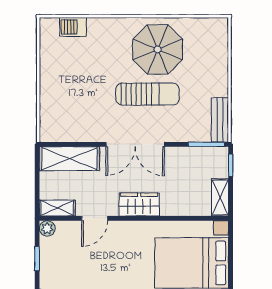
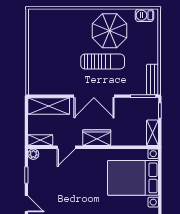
barbecue: (73, 27) -> (144, 15), moved

